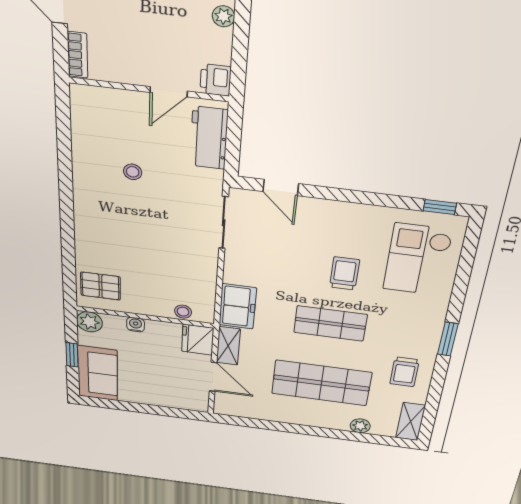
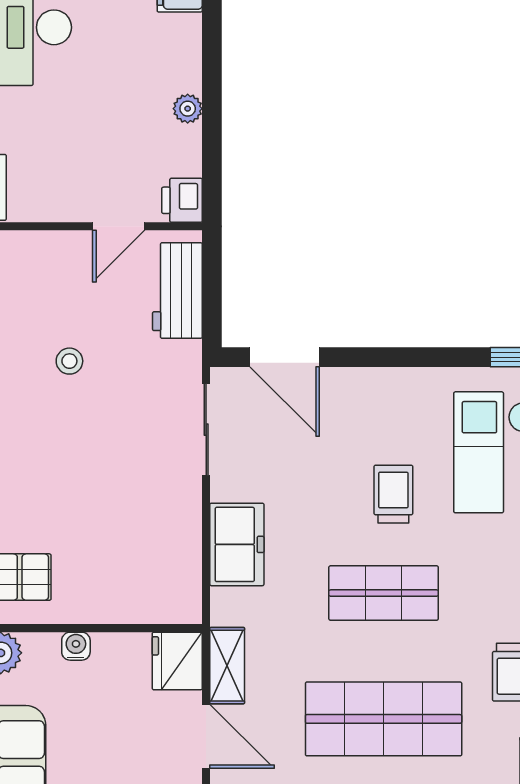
door: (281, 188) -> (285, 357), width x1.38
freezer: (238, 306) -> (237, 544), moved
stool: (183, 312) -> (152, 607), removed

